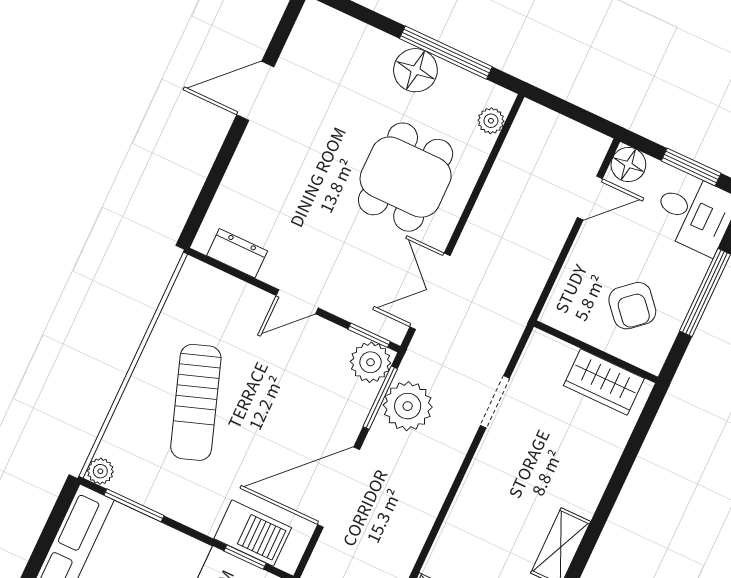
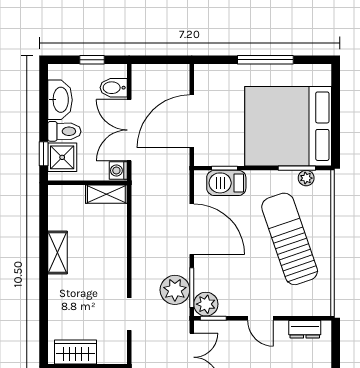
door: (297, 302) -> (260, 318), swing flipped
sun lounger: (196, 402) -> (290, 239), width x1.36, depth x1.34
plant: (100, 471) -> (306, 178), moved
door: (339, 487) -> (192, 229), hinge flipped

